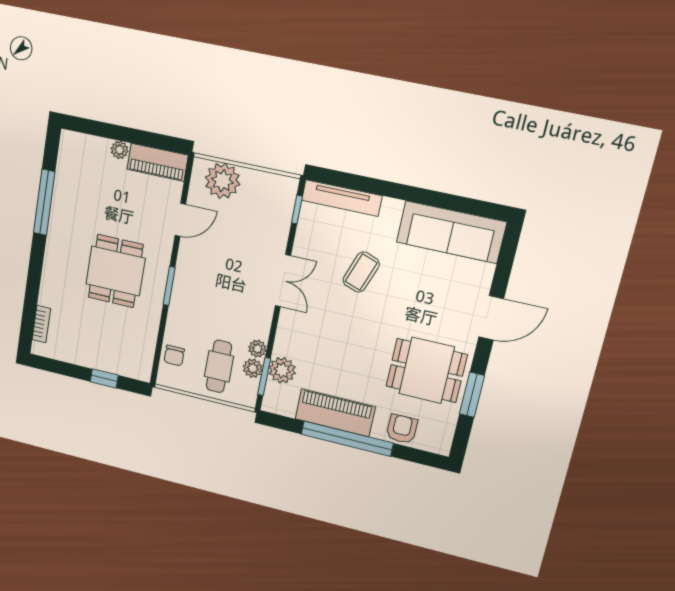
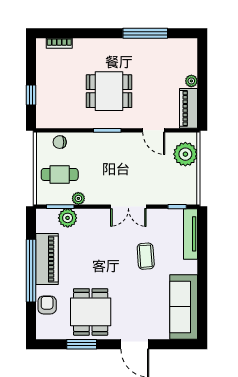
coffee table: (361, 272) -> (146, 256), turned 66
plant: (253, 368) -> (64, 198), removed
armchair: (402, 429) -> (47, 305), turned -90

